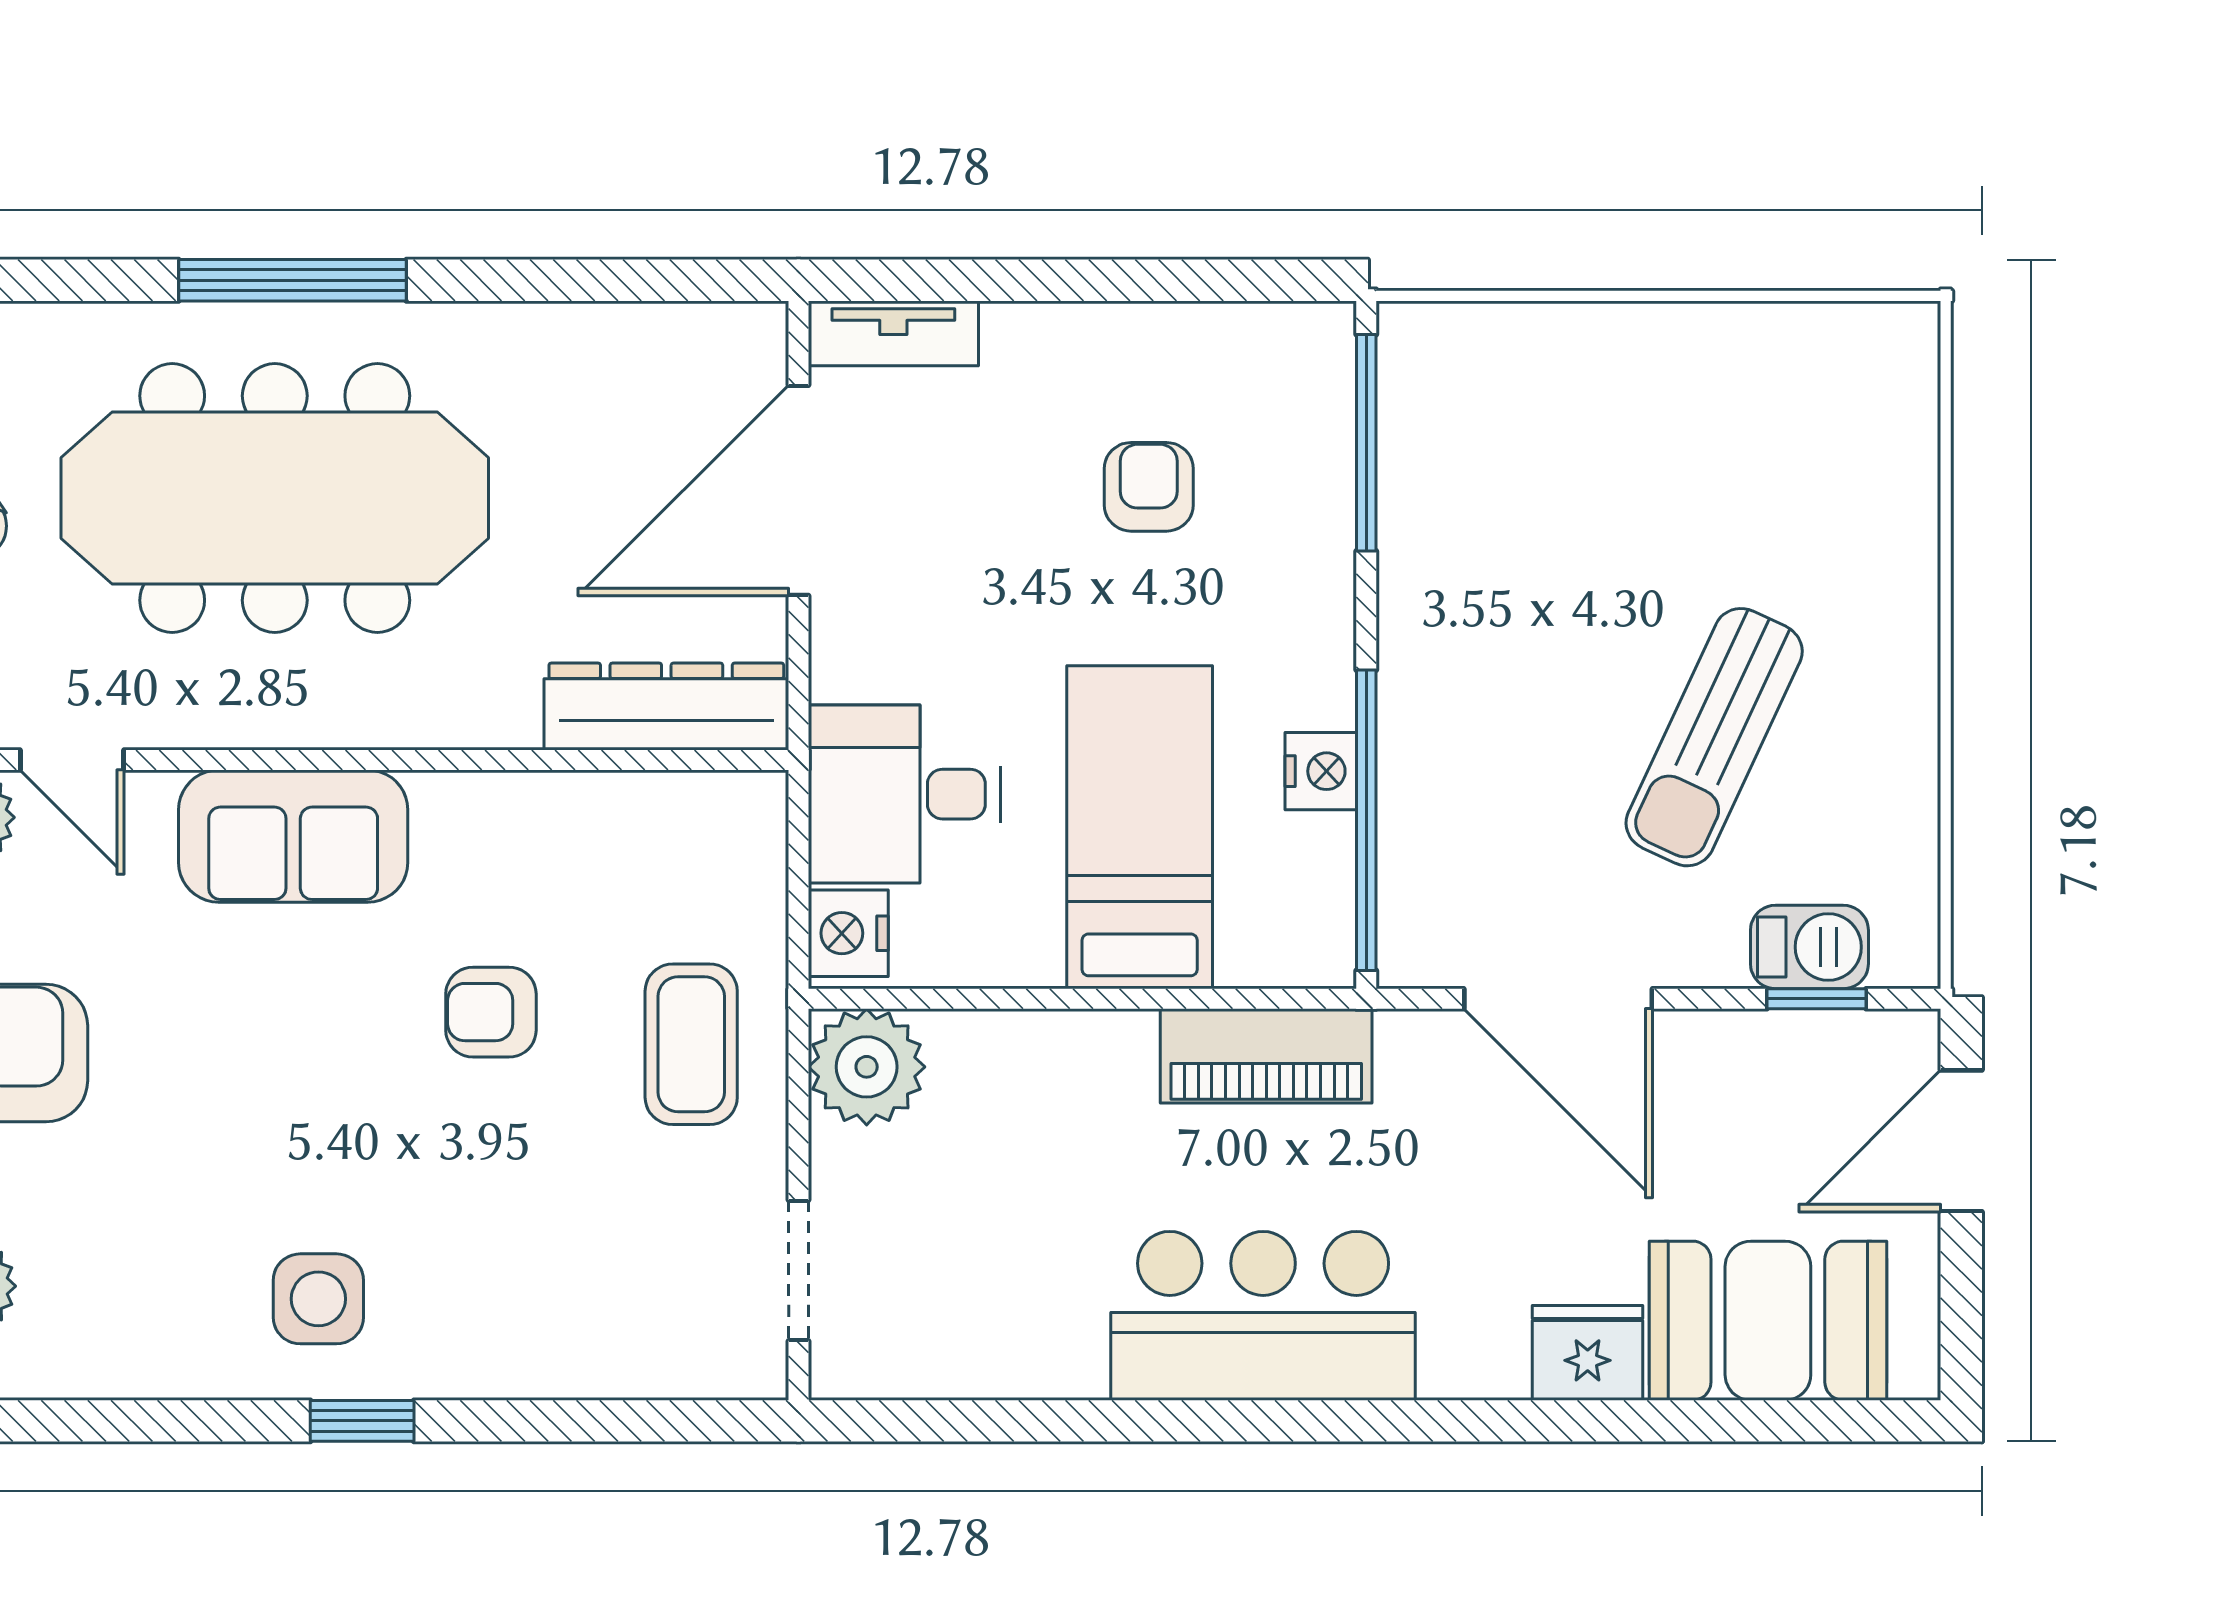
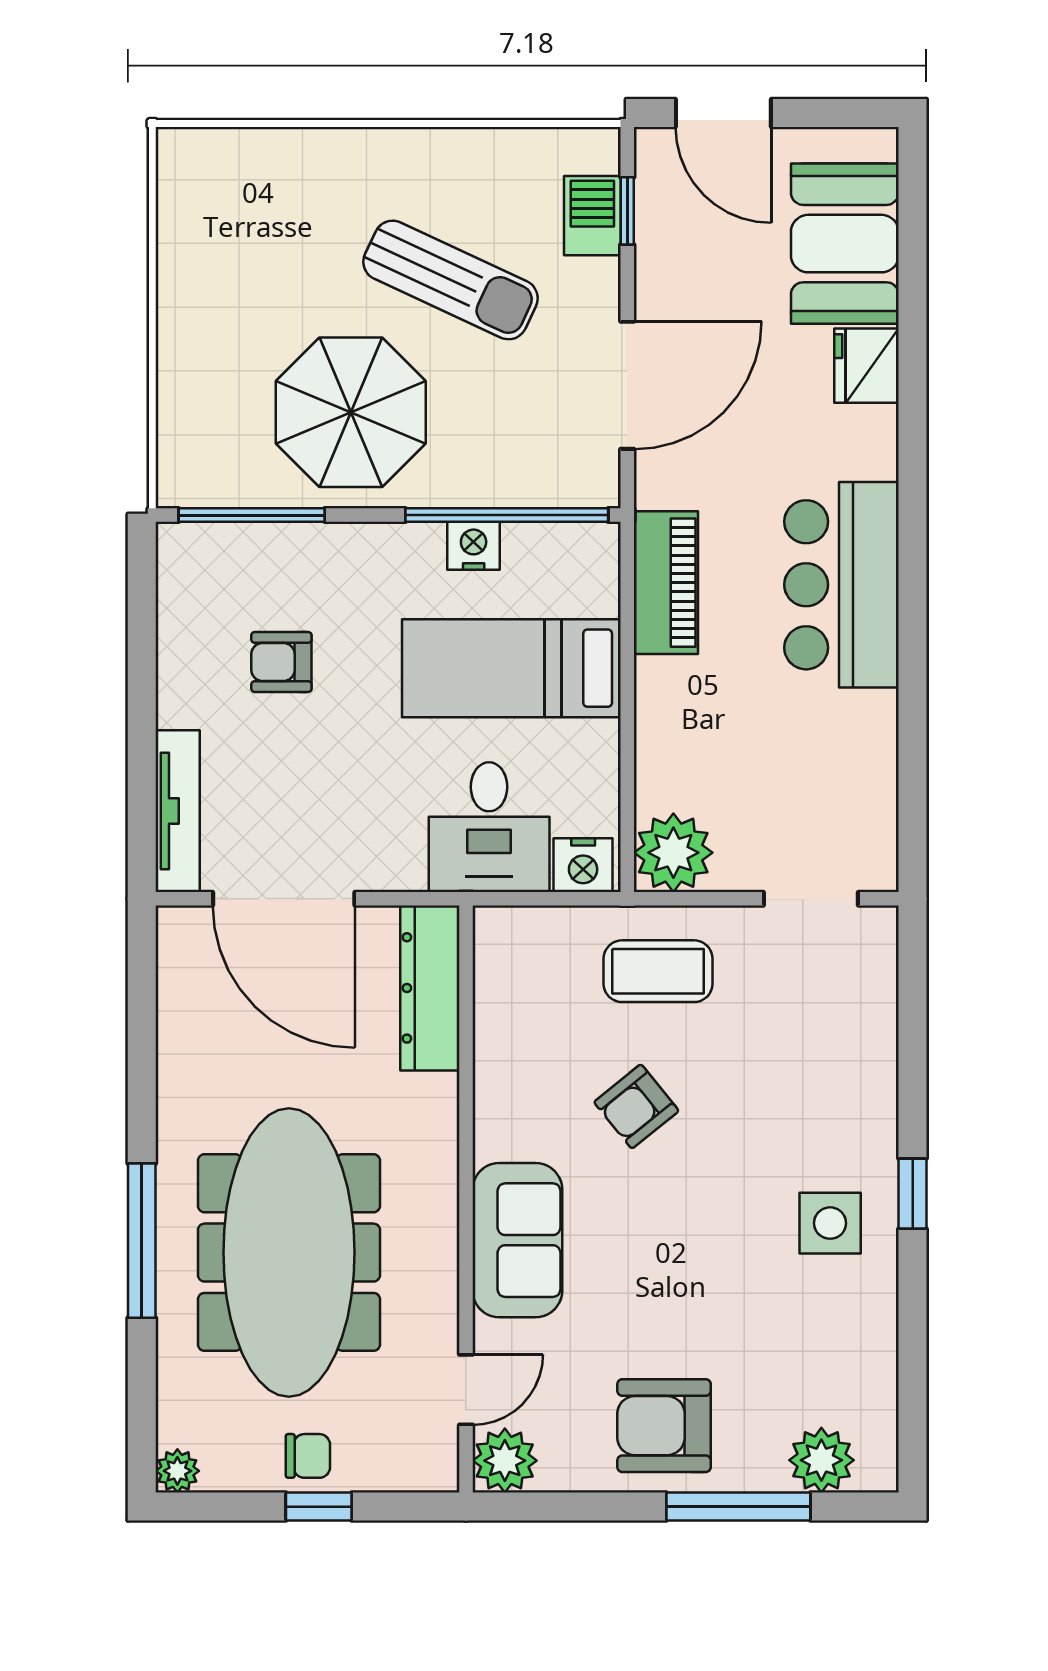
tv unit: (893, 333) -> (178, 811), width x1.41
parasol: (1518, 589) -> (351, 412), added
armchair: (491, 1012) -> (636, 1106), turned 51

